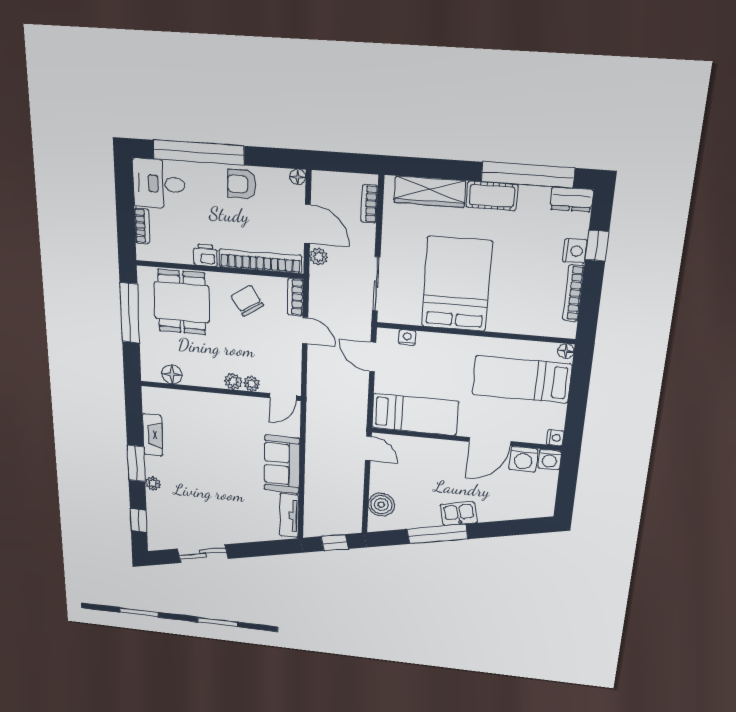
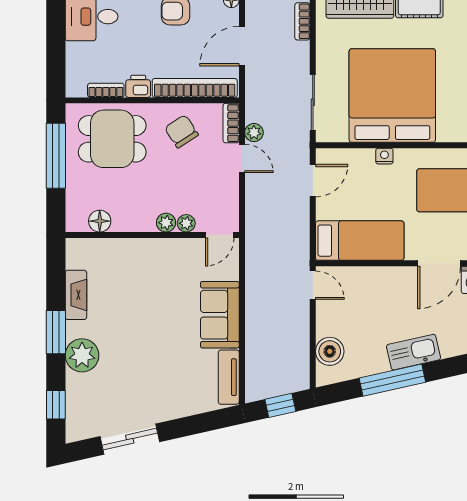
door: (307, 224) -> (242, 46), swing flipped
bookcase: (142, 226) -> (106, 90), moved, turned -90
plant: (319, 257) -> (254, 133), moved
bed: (457, 284) -> (392, 96), width x1.36
dining table: (182, 302) -> (112, 139), turned 90
nightstand: (407, 337) -> (384, 156), moved
door: (373, 357) -> (313, 181), swing flipped
plant: (153, 484) -> (82, 355), width x1.87, depth x1.87
kitchen sink: (459, 514) -> (413, 352), width x1.38

